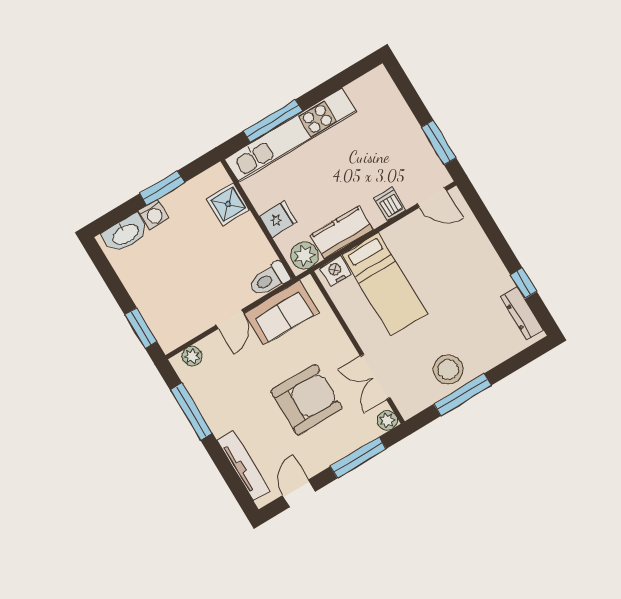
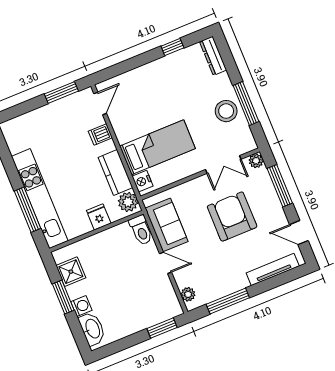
shower: (228, 204) -> (71, 272), moved
dresser: (522, 313) -> (213, 56), moved, turned 90

